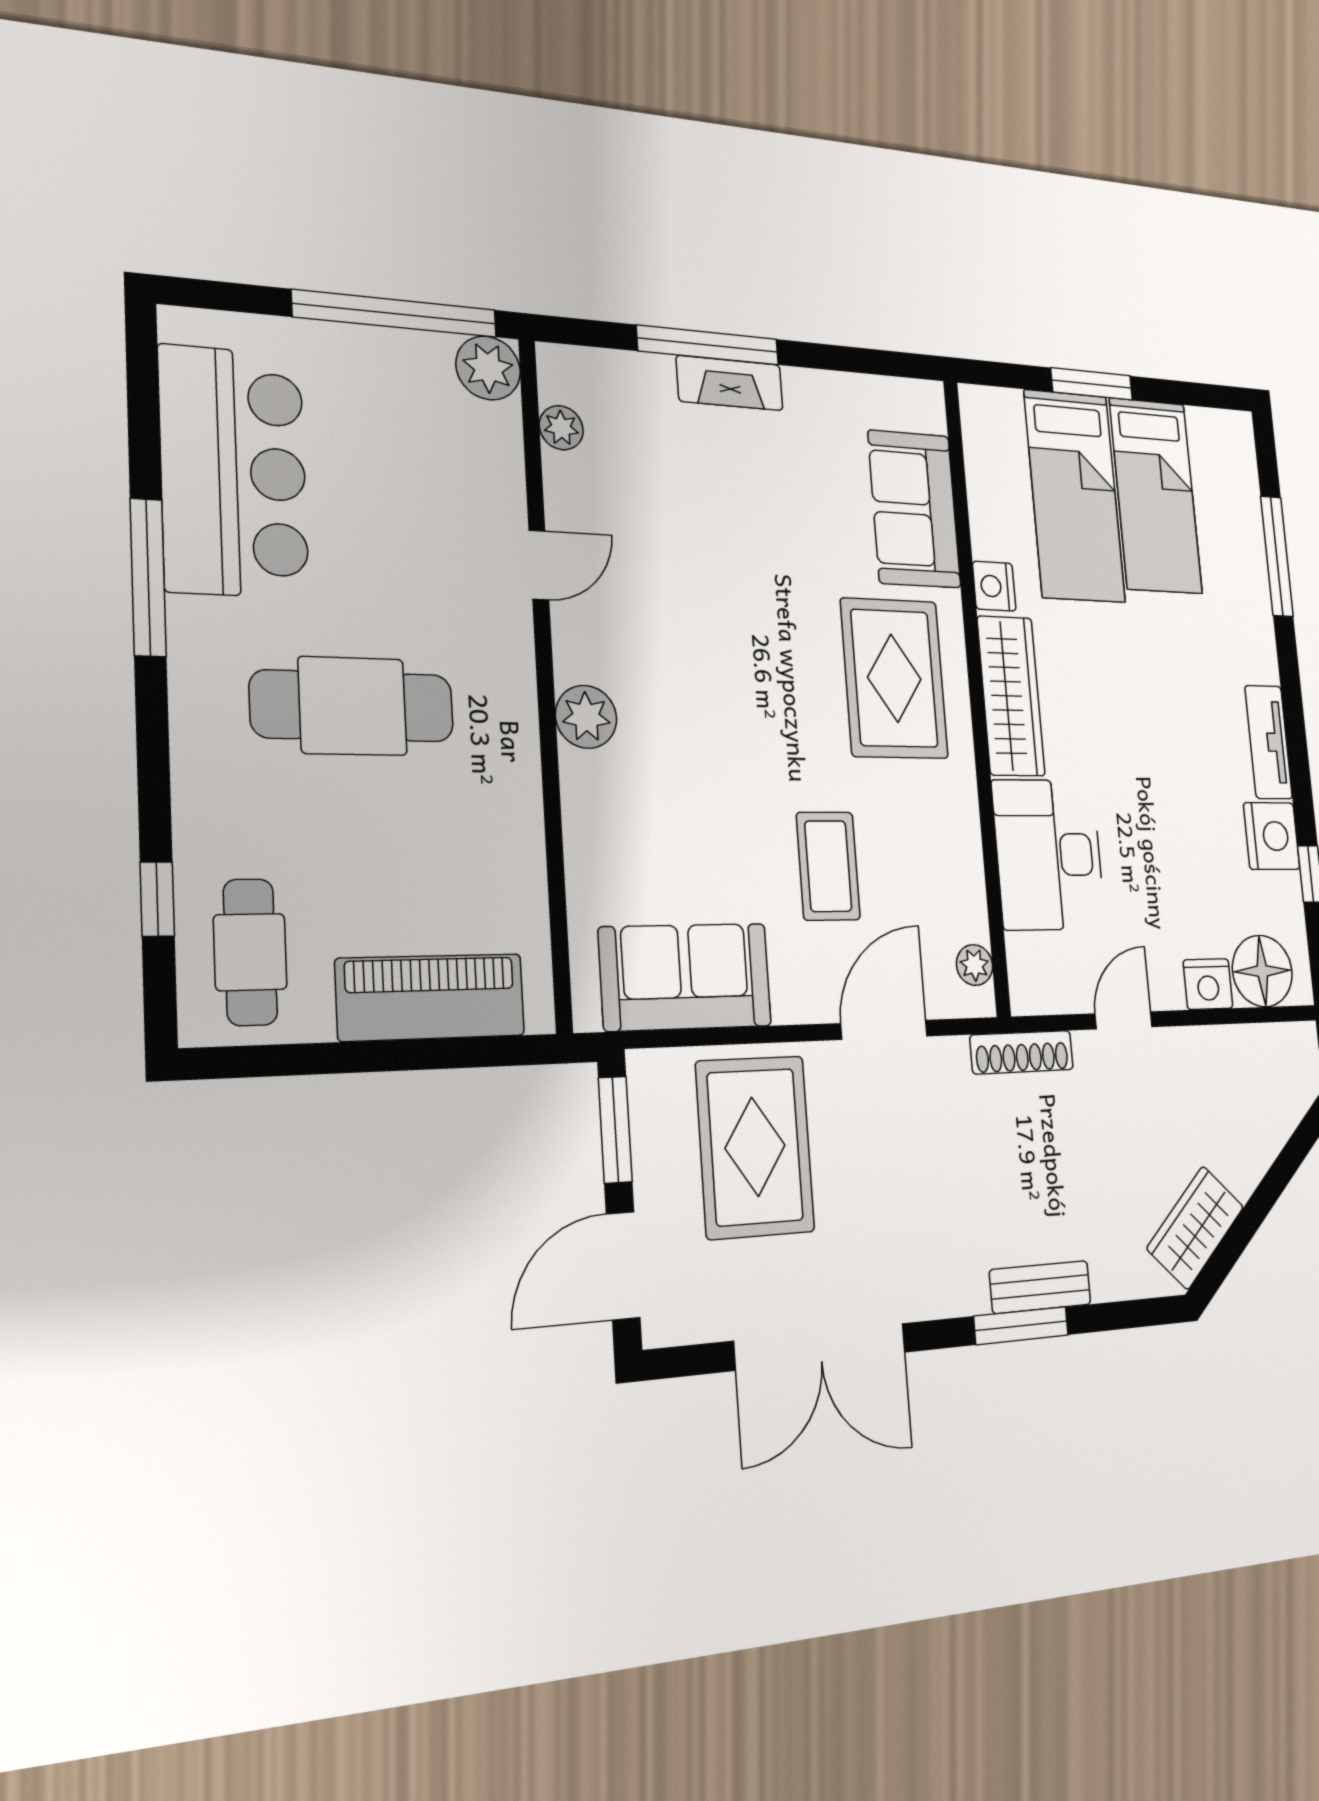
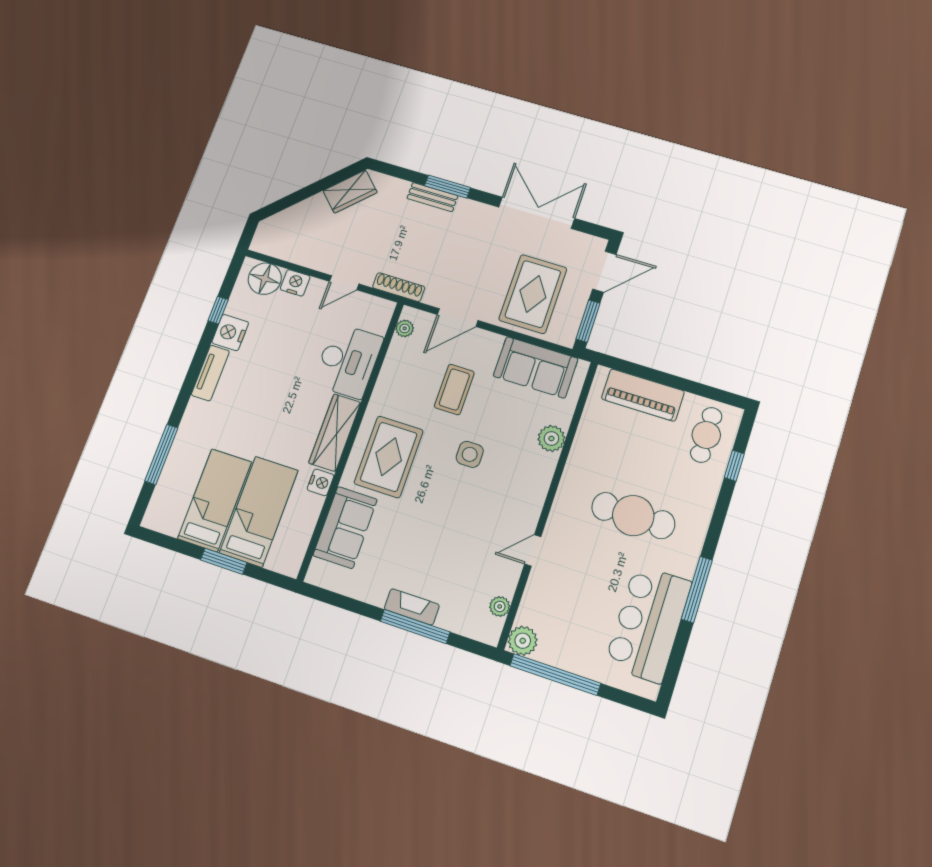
plant: (586, 717) -> (551, 438), moved
side table: (744, 734) -> (470, 454), added

